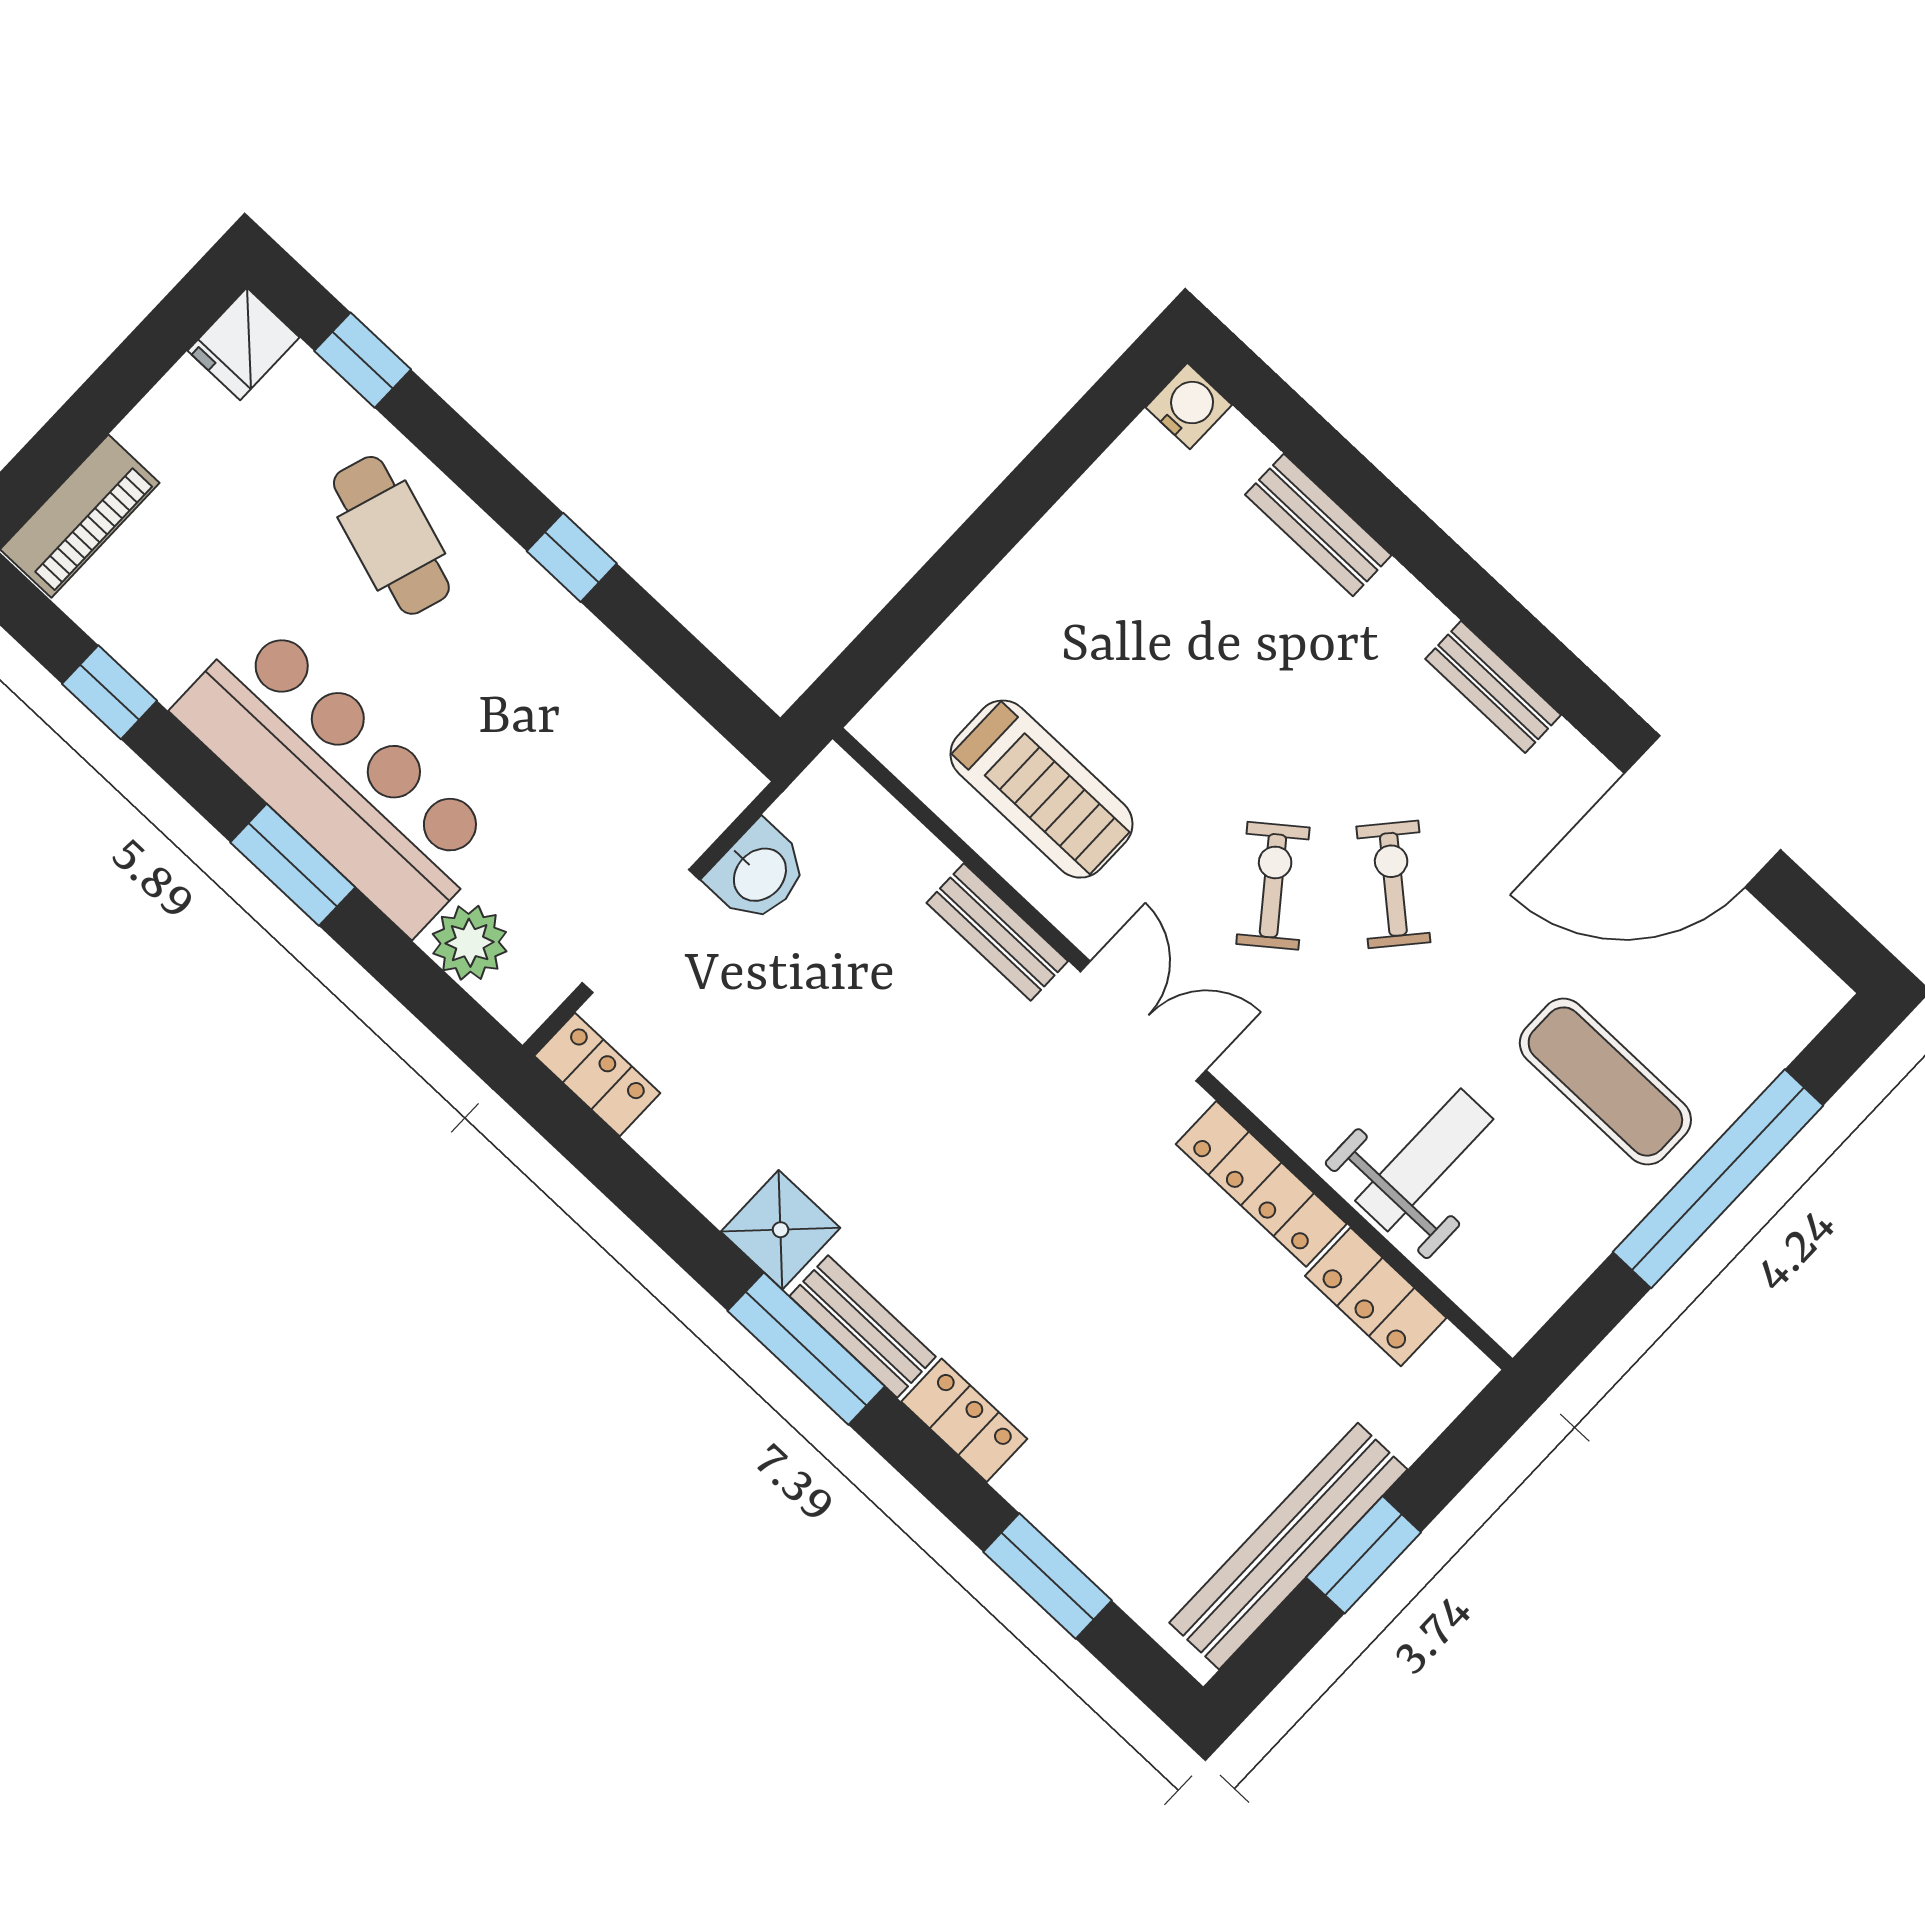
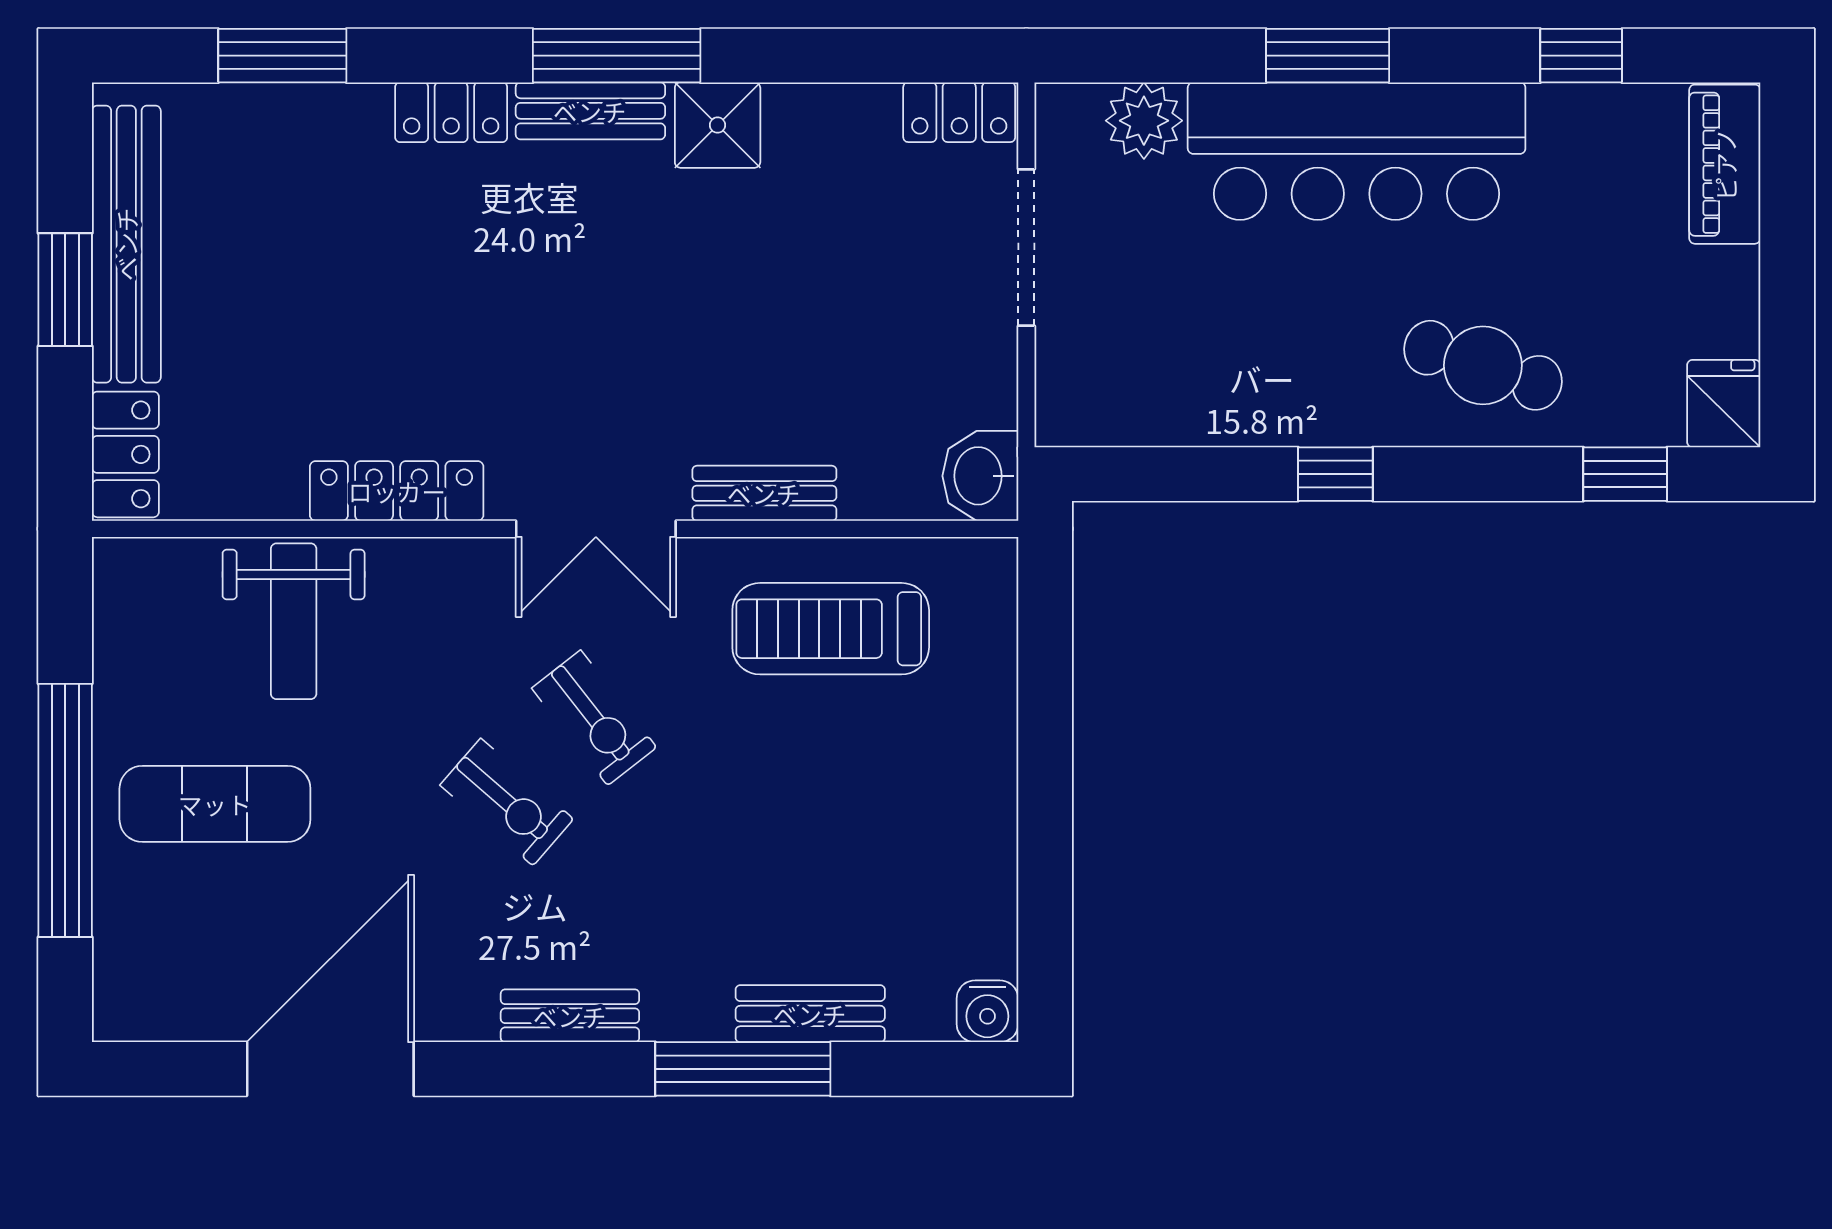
window: (1405, 531) -> (743, 1069), added
washbasin: (758, 873) -> (980, 476), moved
locker: (1376, 1297) -> (125, 454), moved, turned 90

